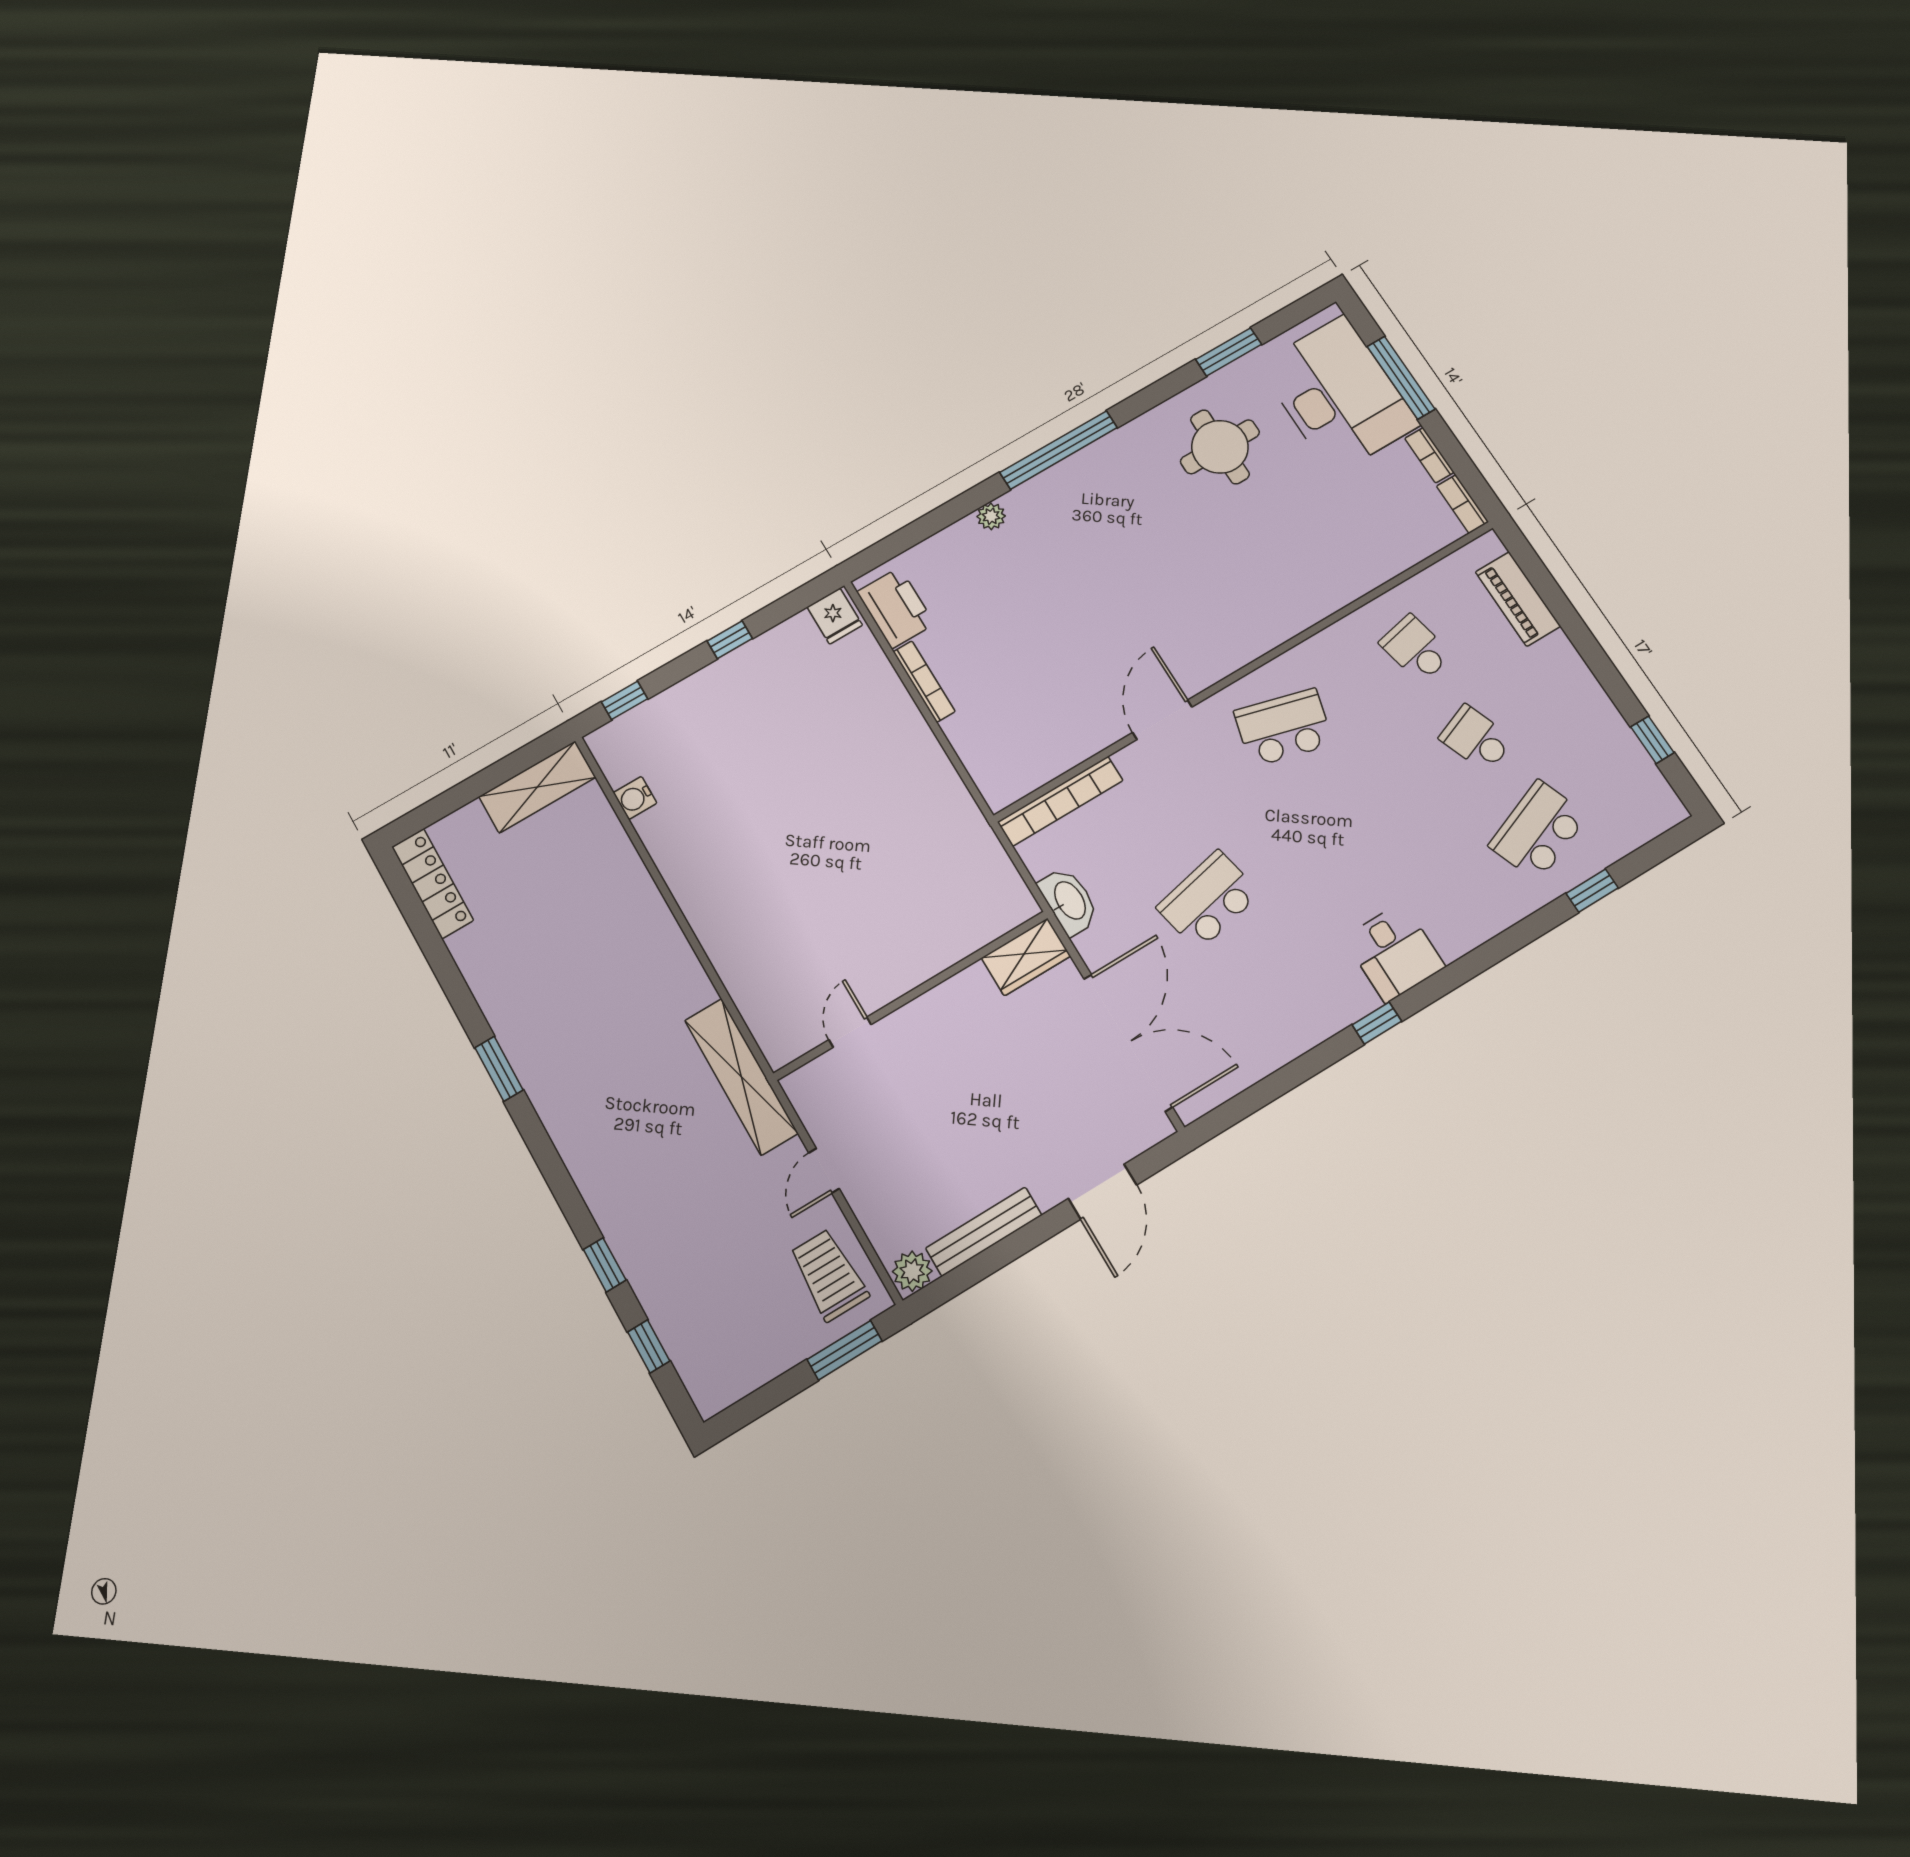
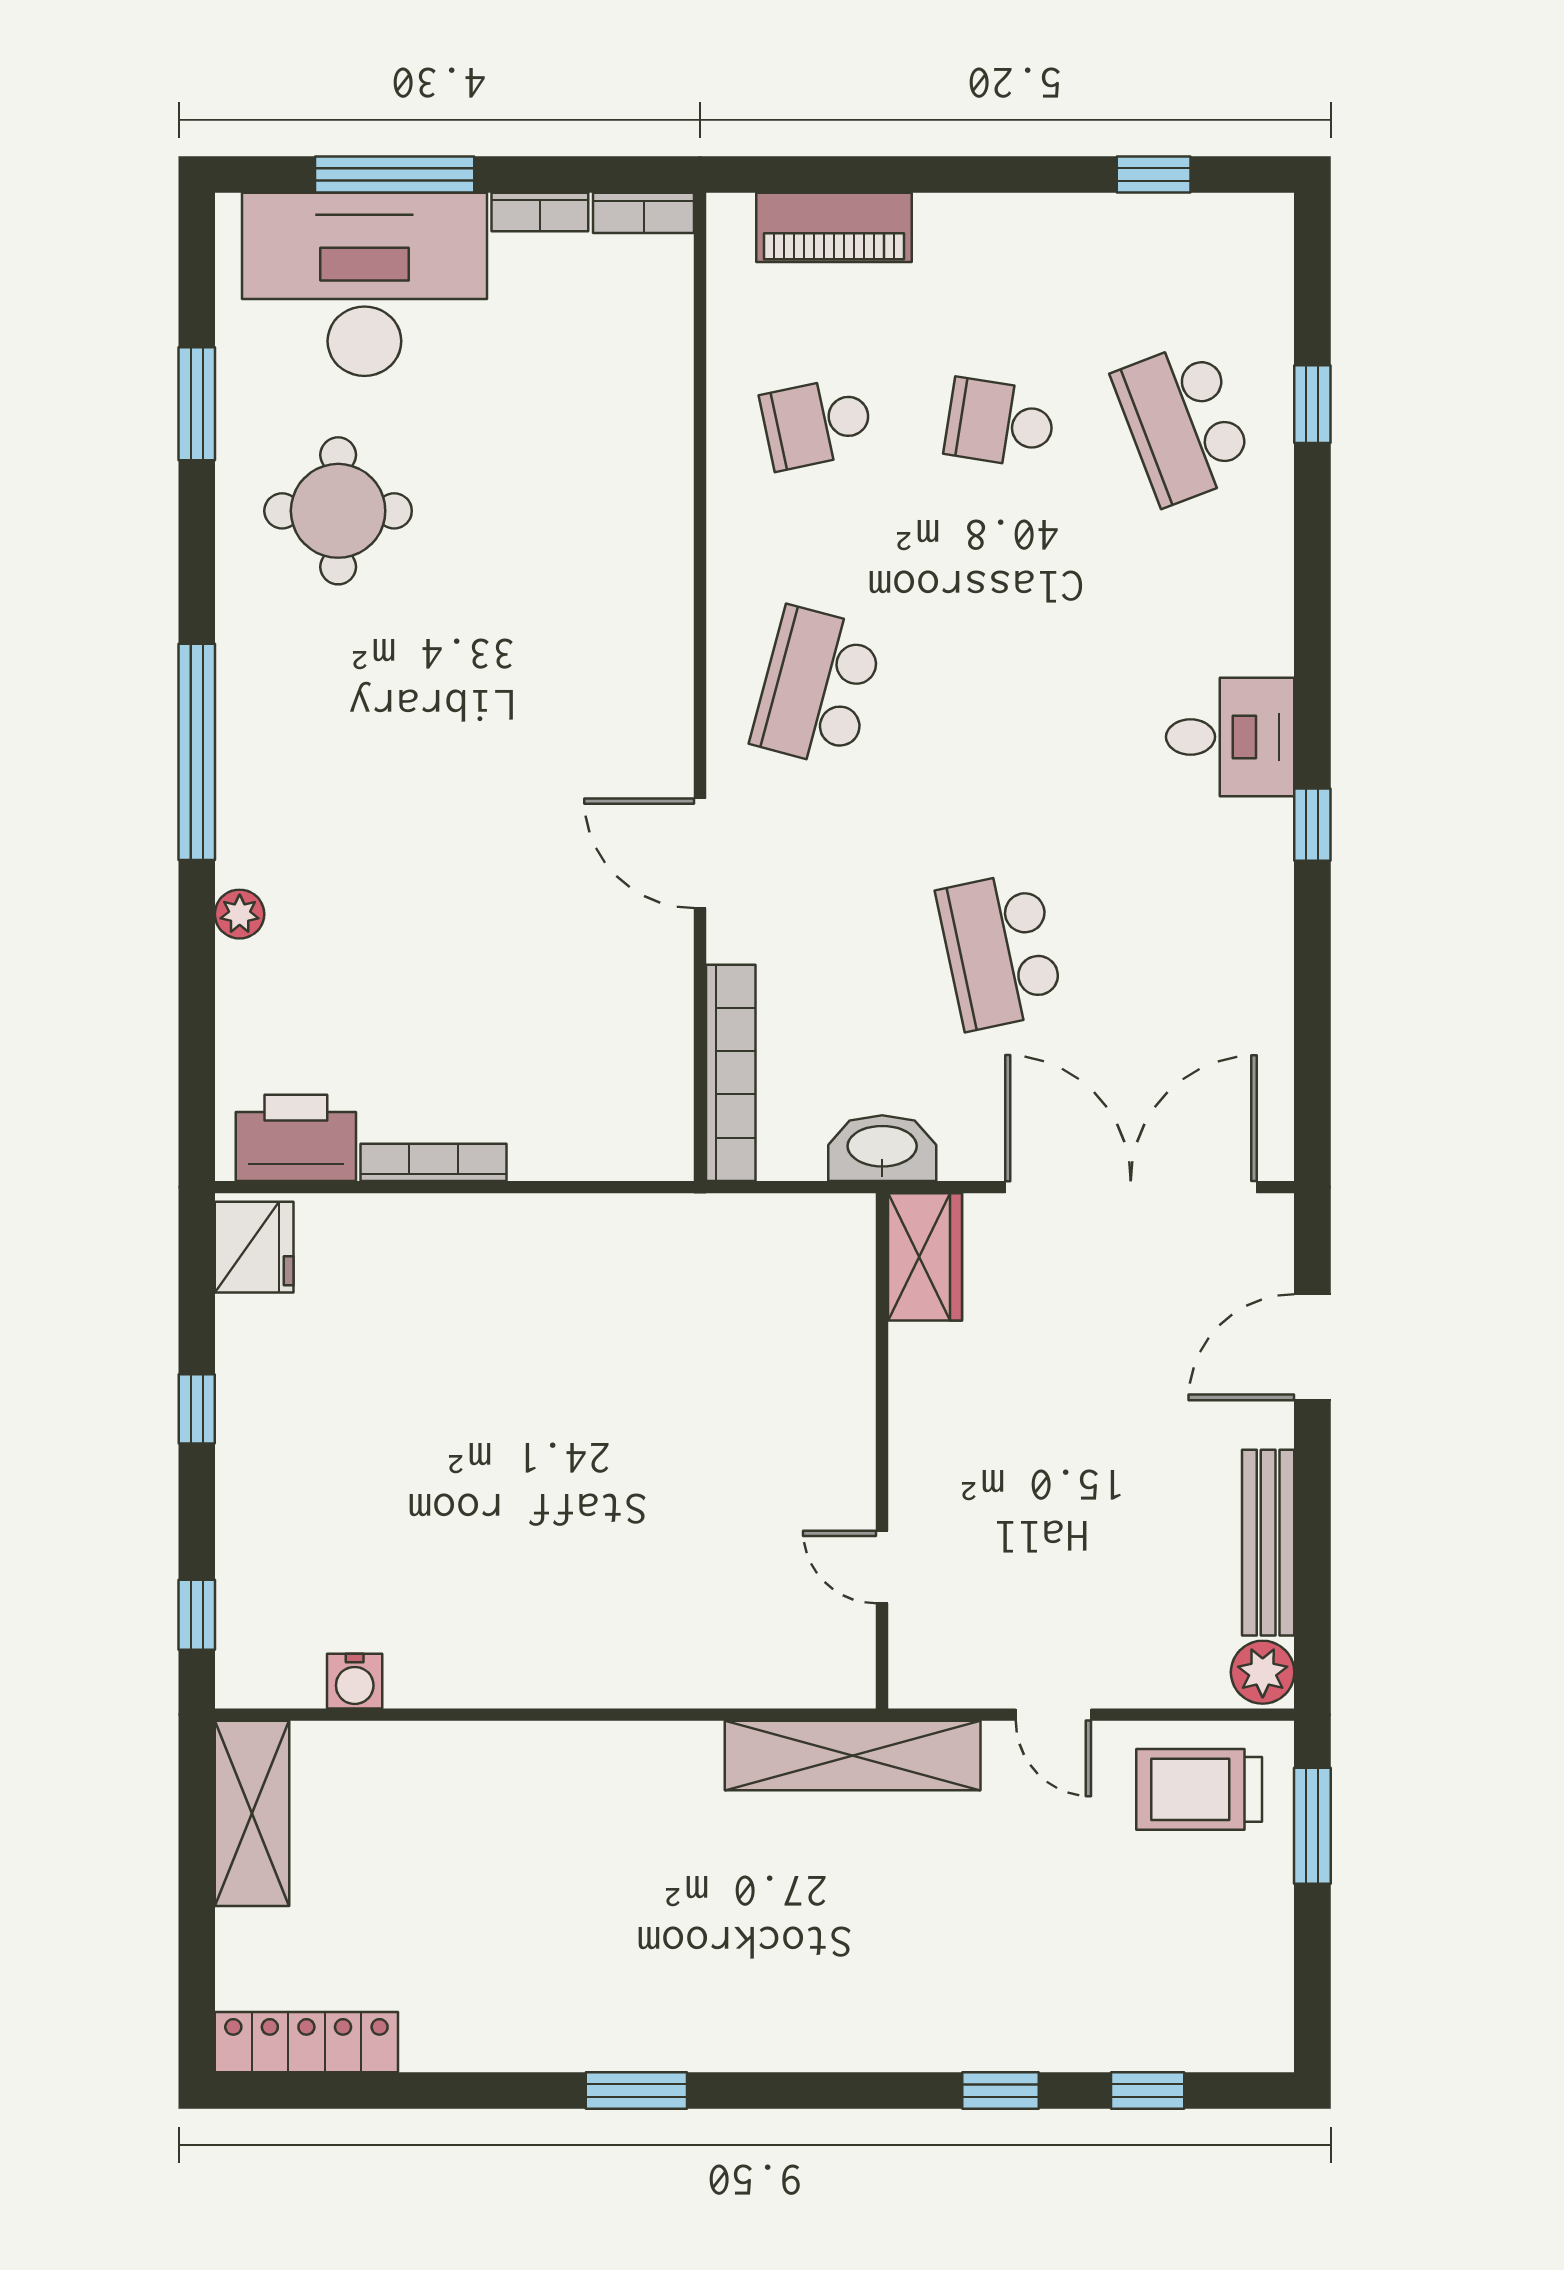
fridge: (835, 616) -> (254, 1247), width x1.38
school desk: (1476, 739) -> (1000, 423), turned 30
door: (1102, 1192) -> (1312, 1347), swing flipped

